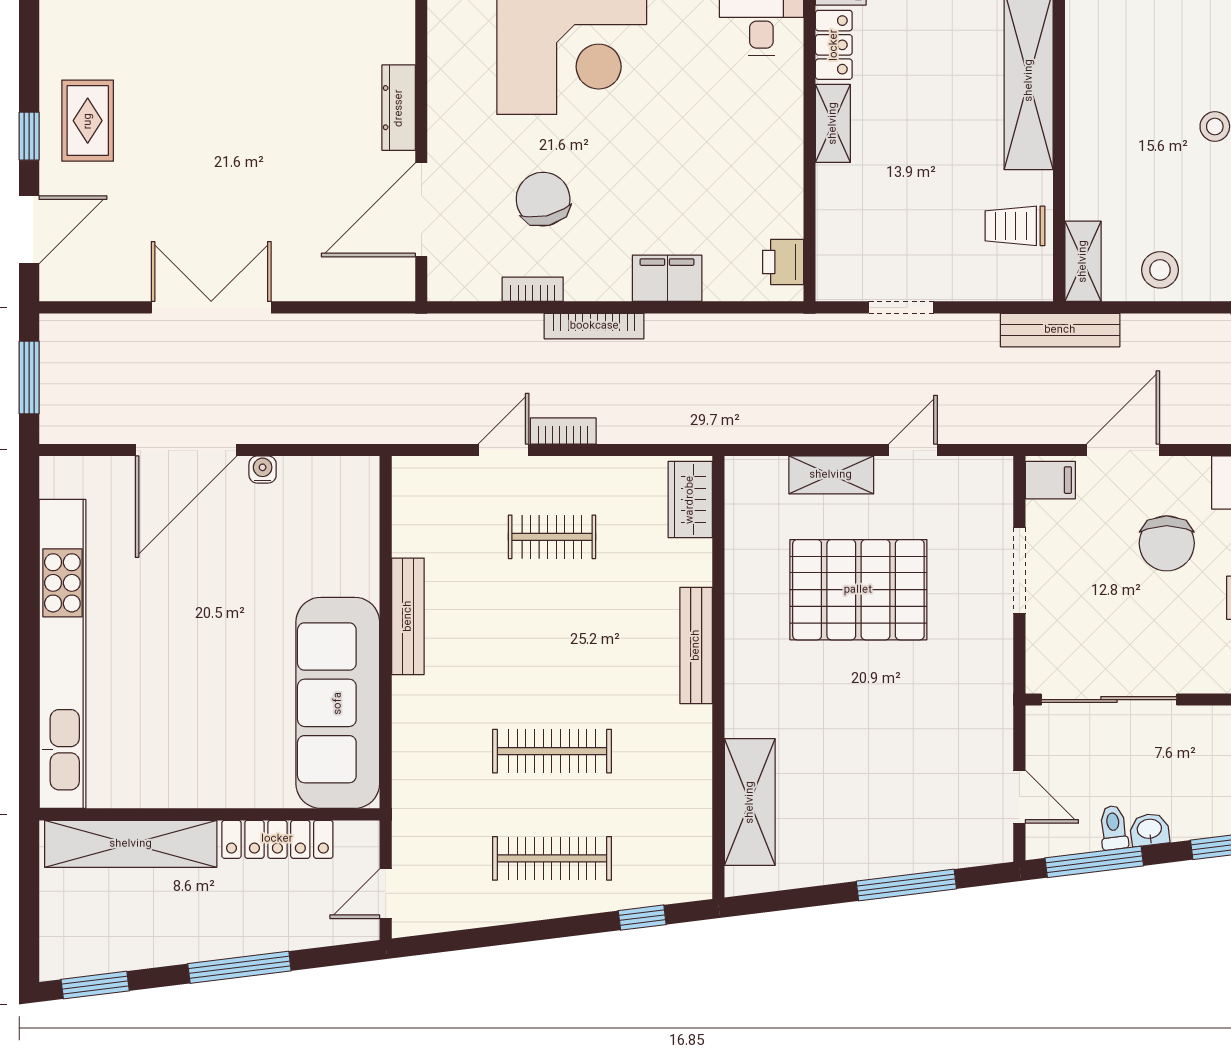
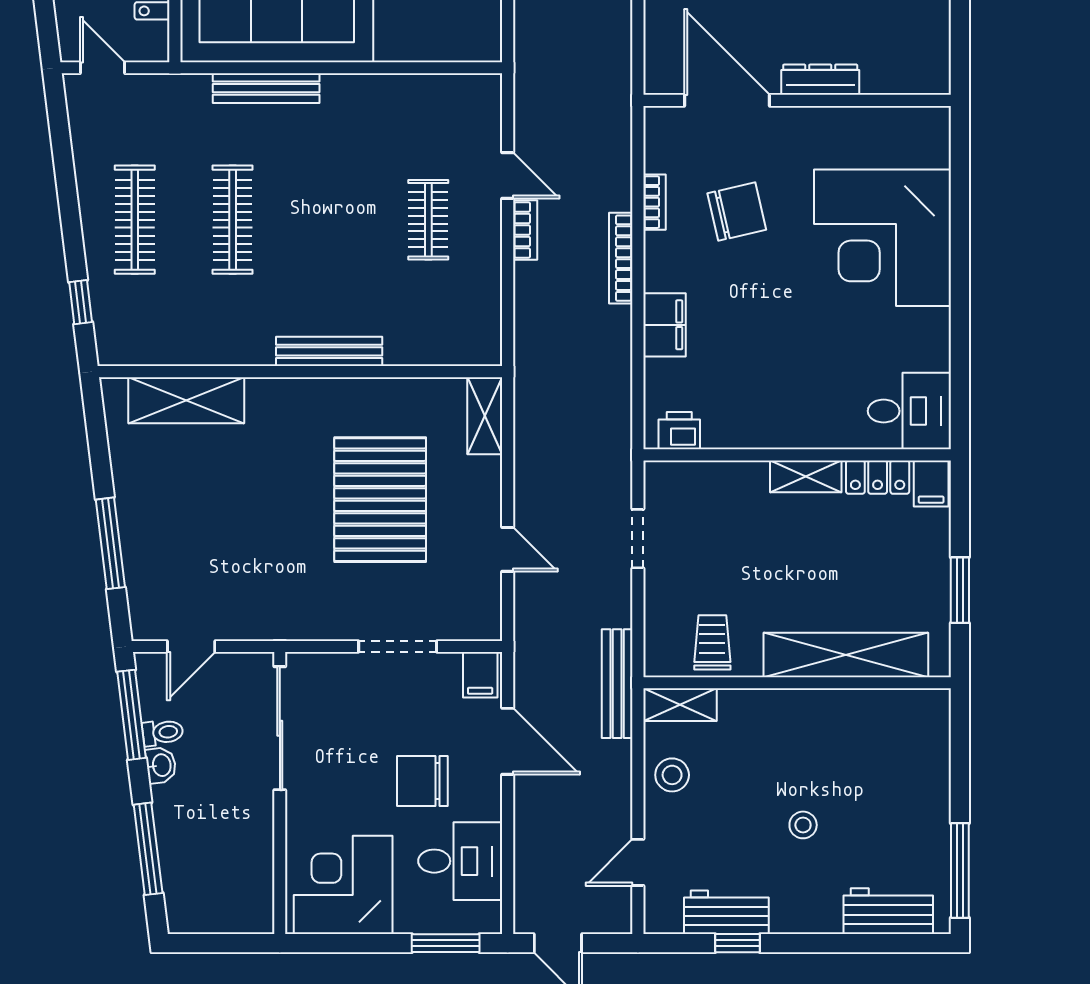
shelving: (831, 475) -> (485, 416), moved
wardrobe: (690, 500) -> (462, 346), removed
bench: (408, 616) -> (266, 88), moved

